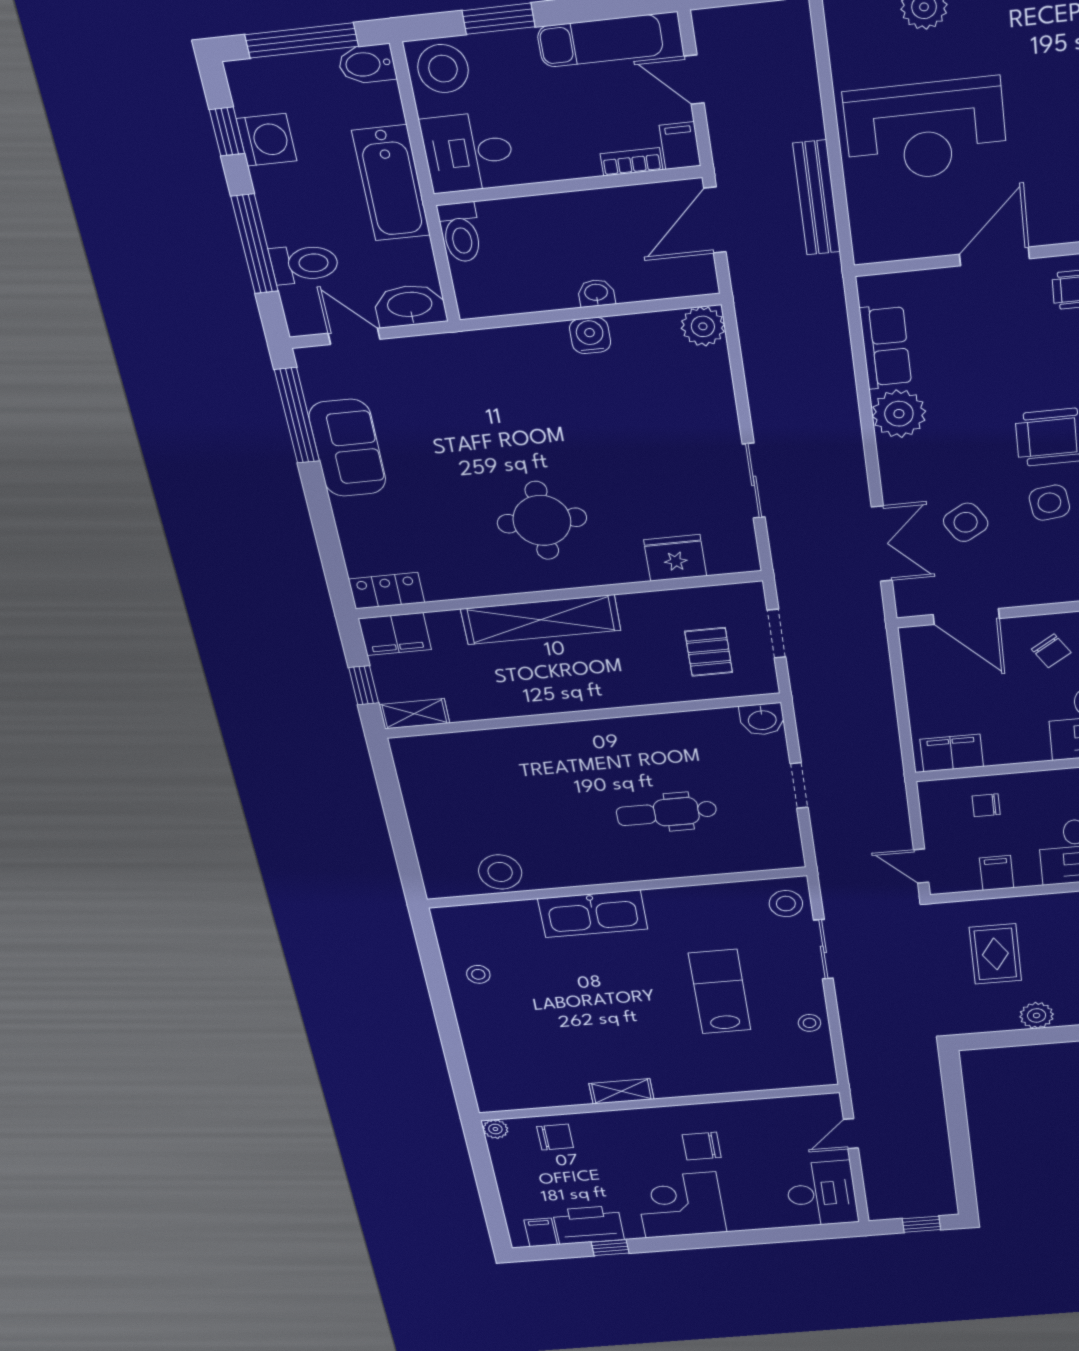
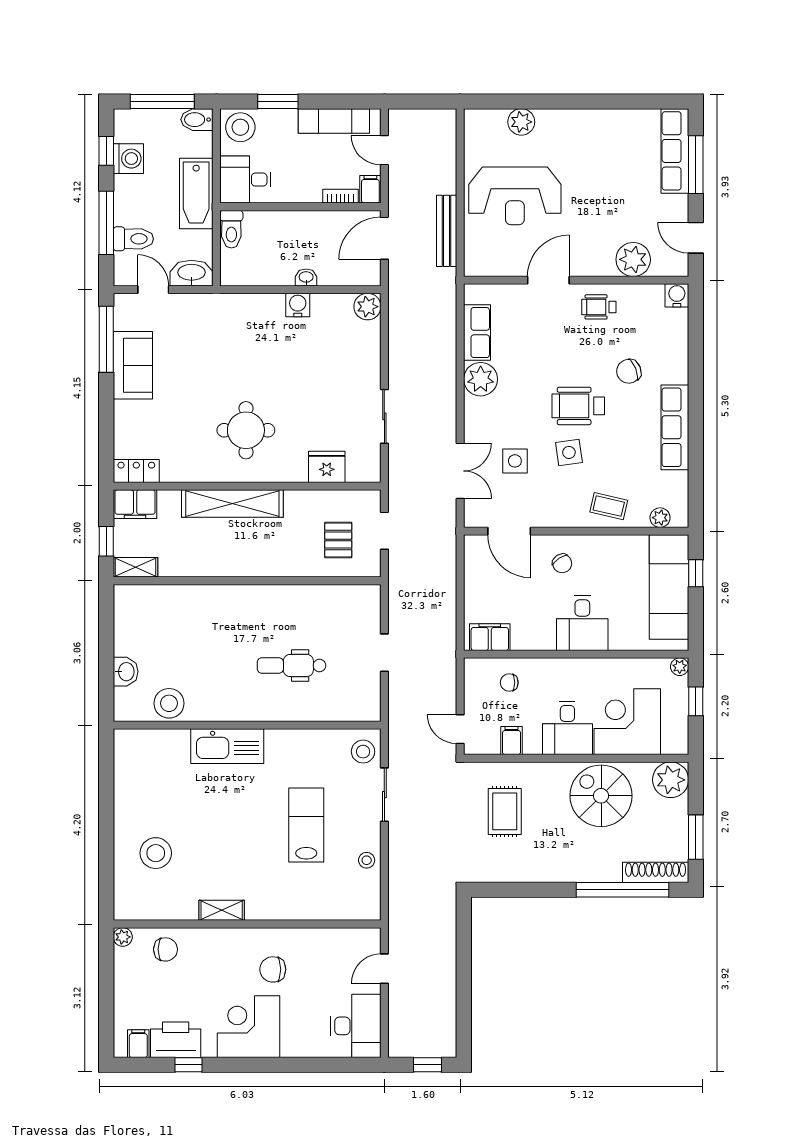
side table: (966, 522) -> (515, 461), turned 31
washbasin: (762, 719) -> (126, 672), moved, turned -90
stool: (478, 974) -> (156, 853), moved, width x1.89, depth x1.89
plant: (1037, 1015) -> (529, 870), removed

